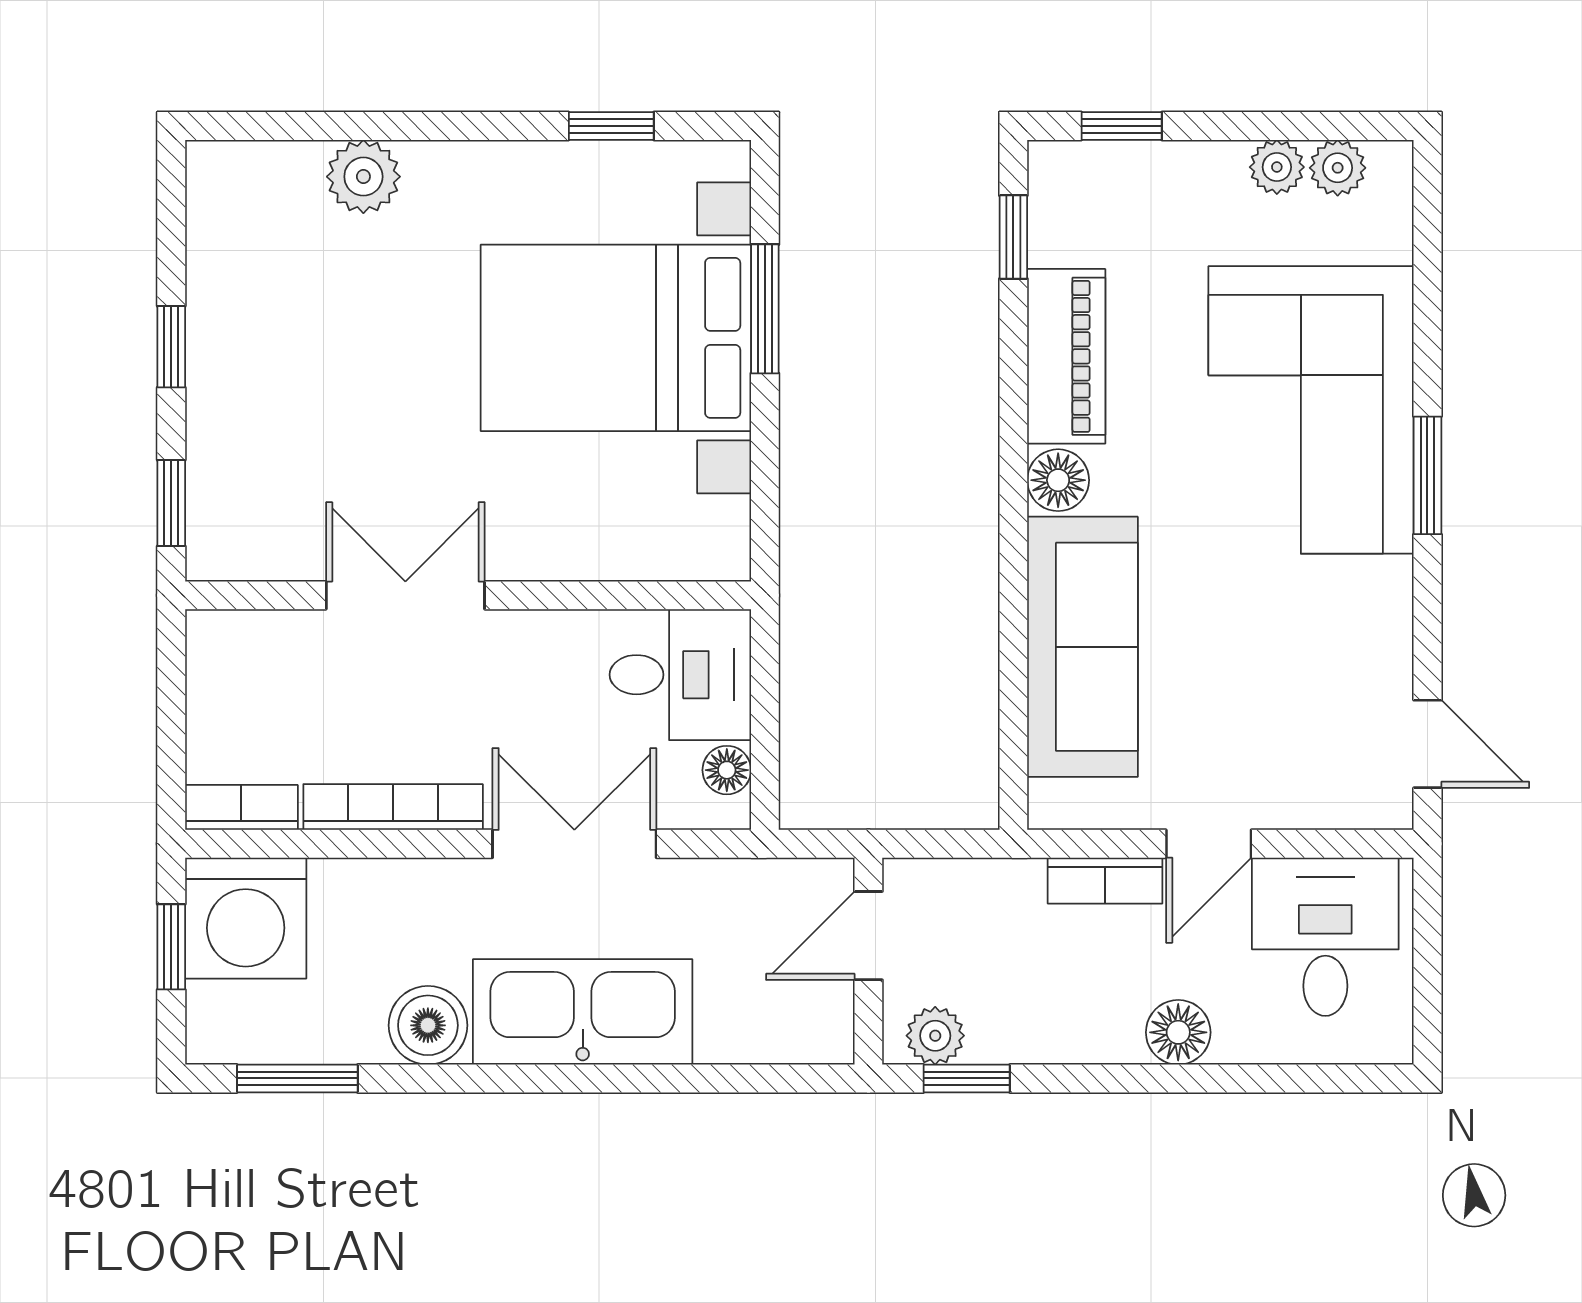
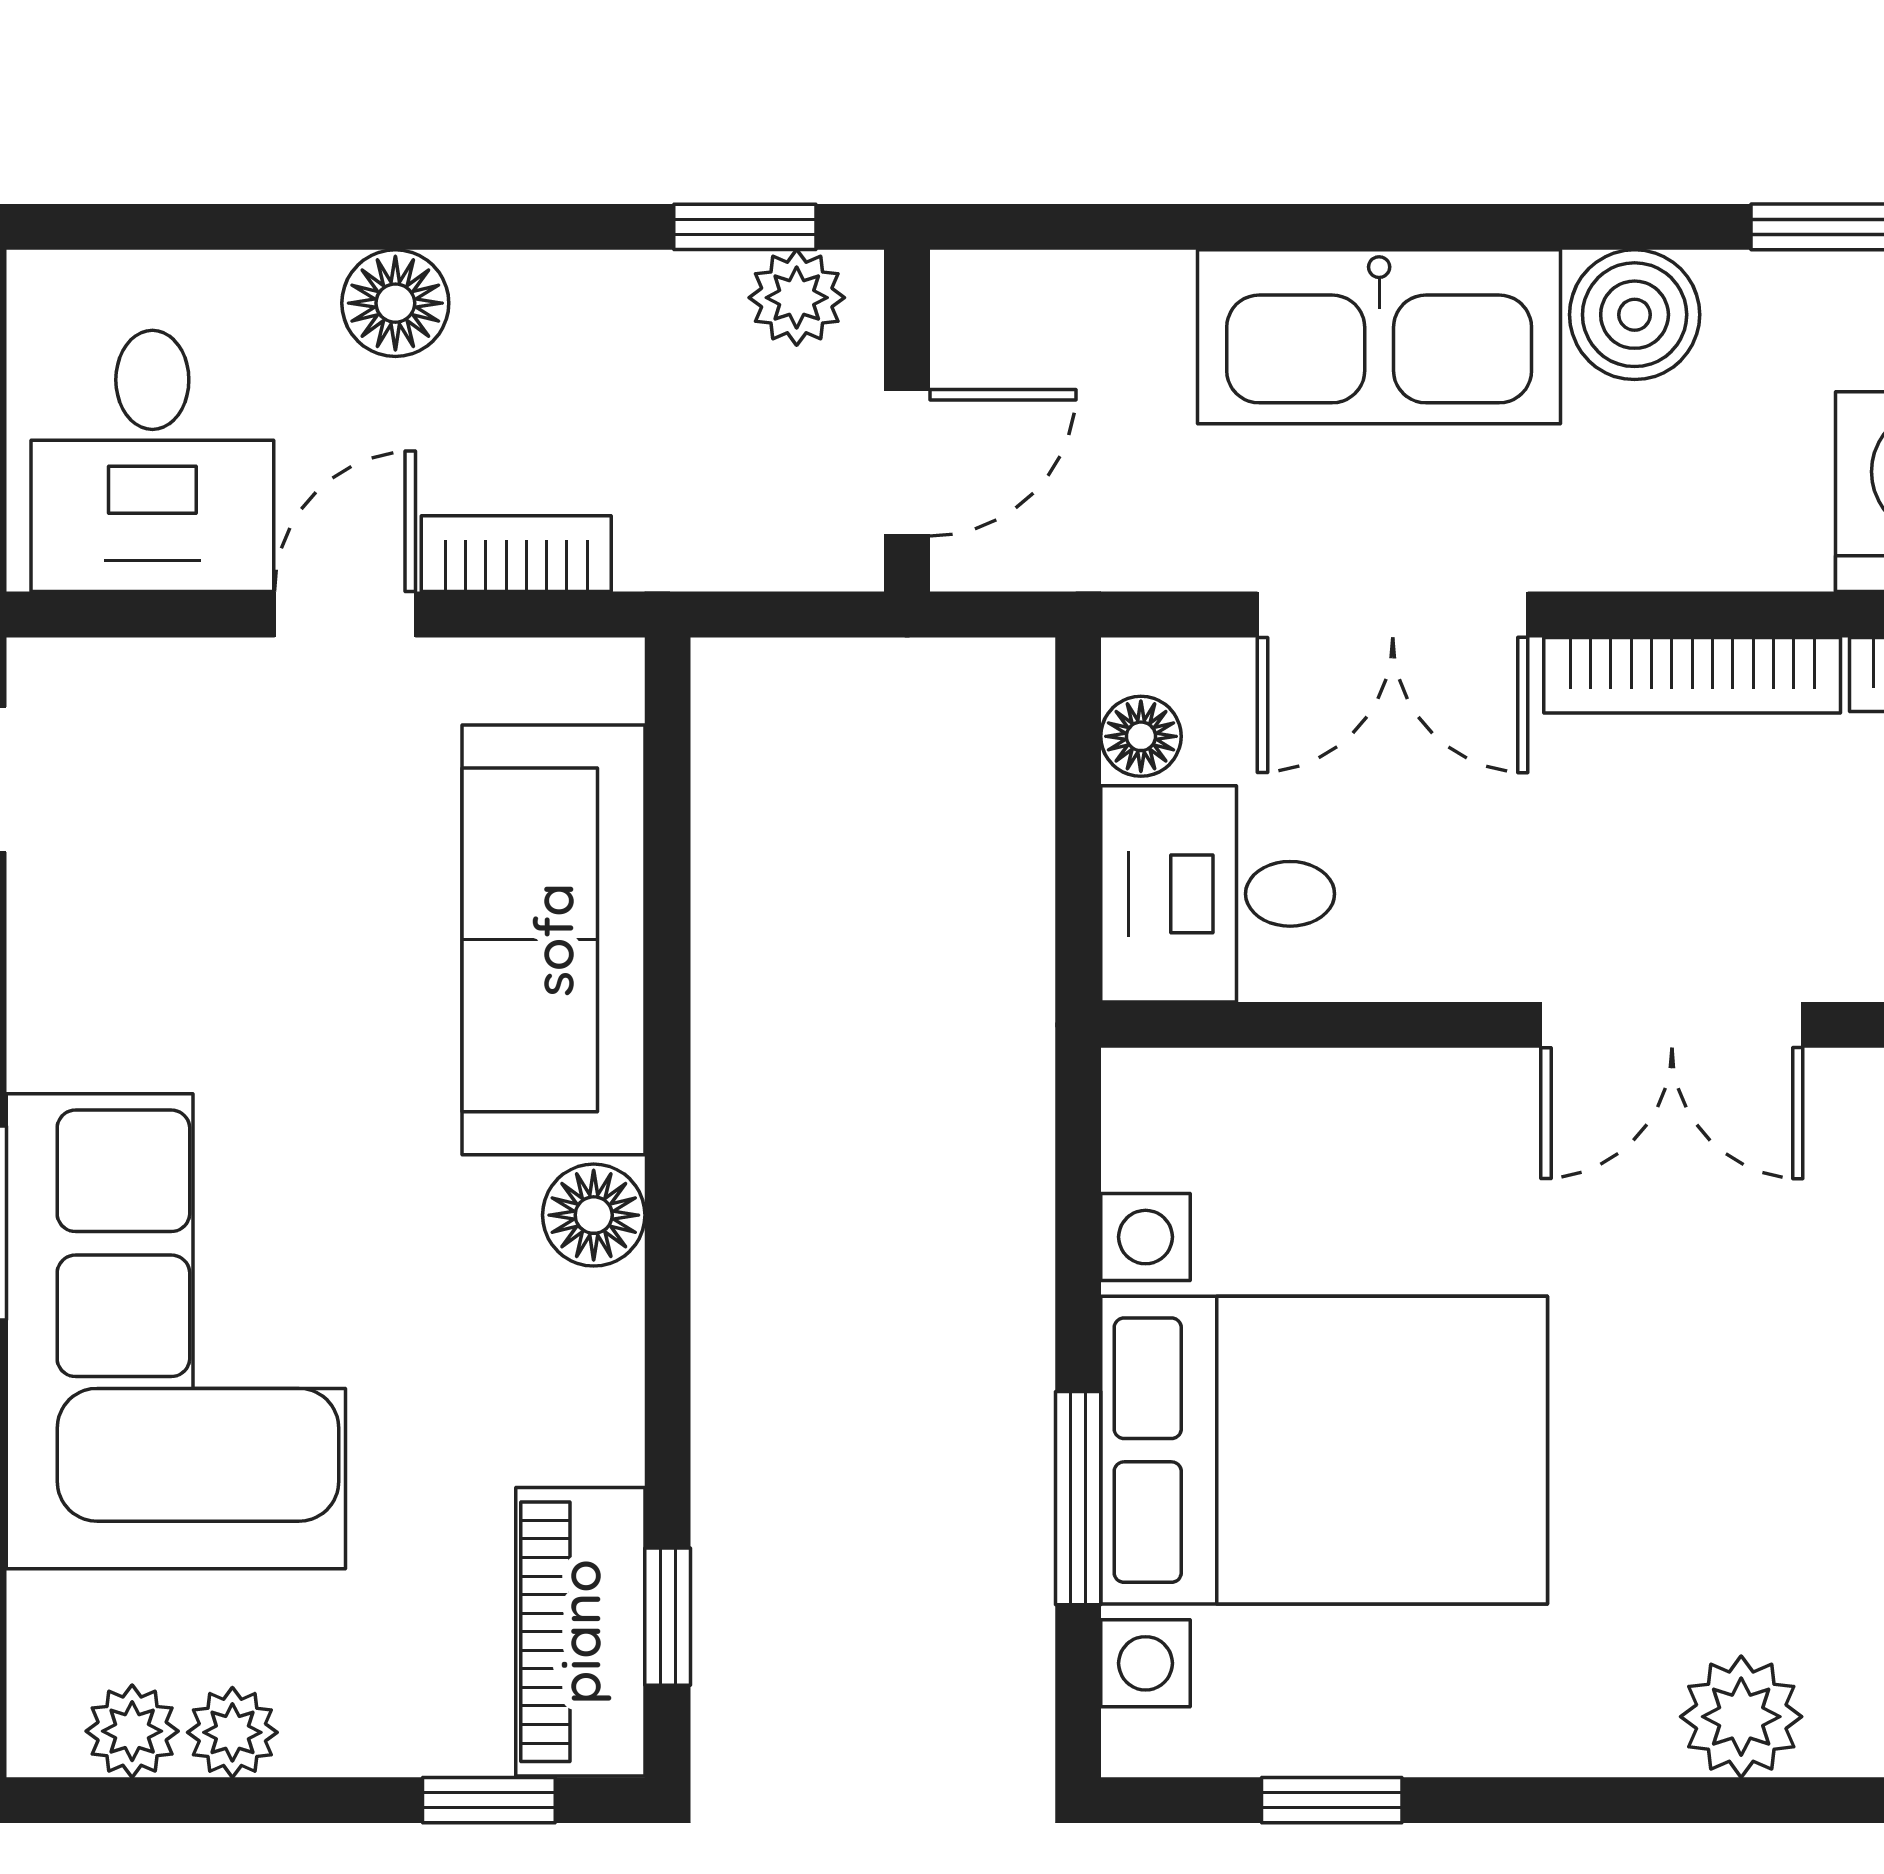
piano: (1066, 356) -> (580, 1632), moved

